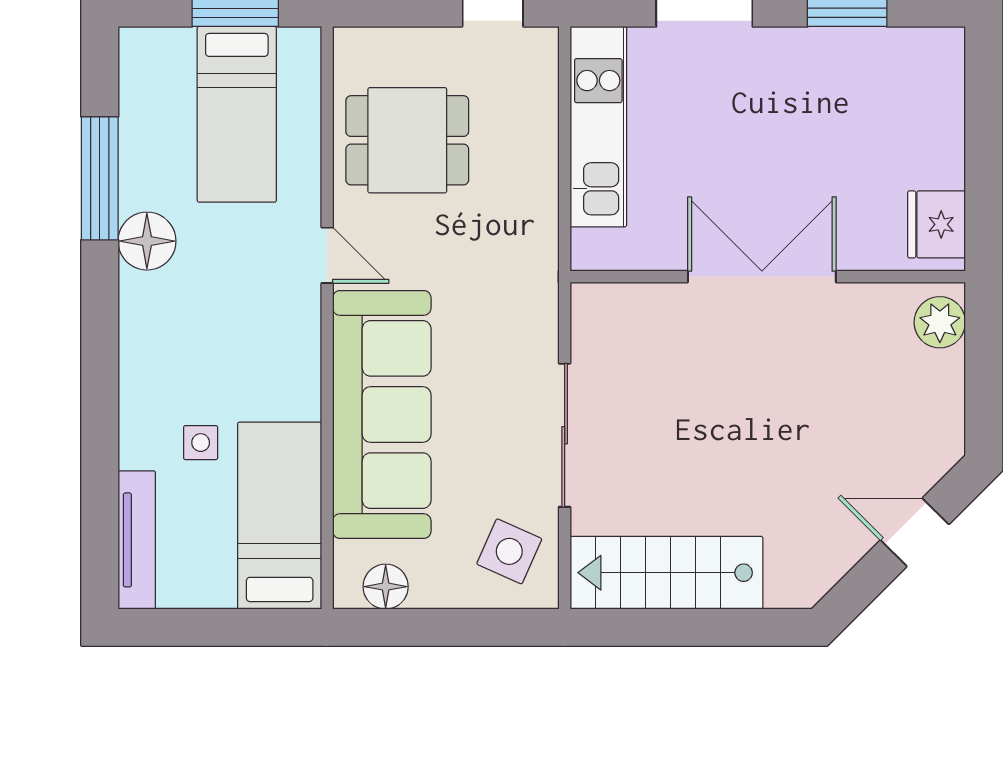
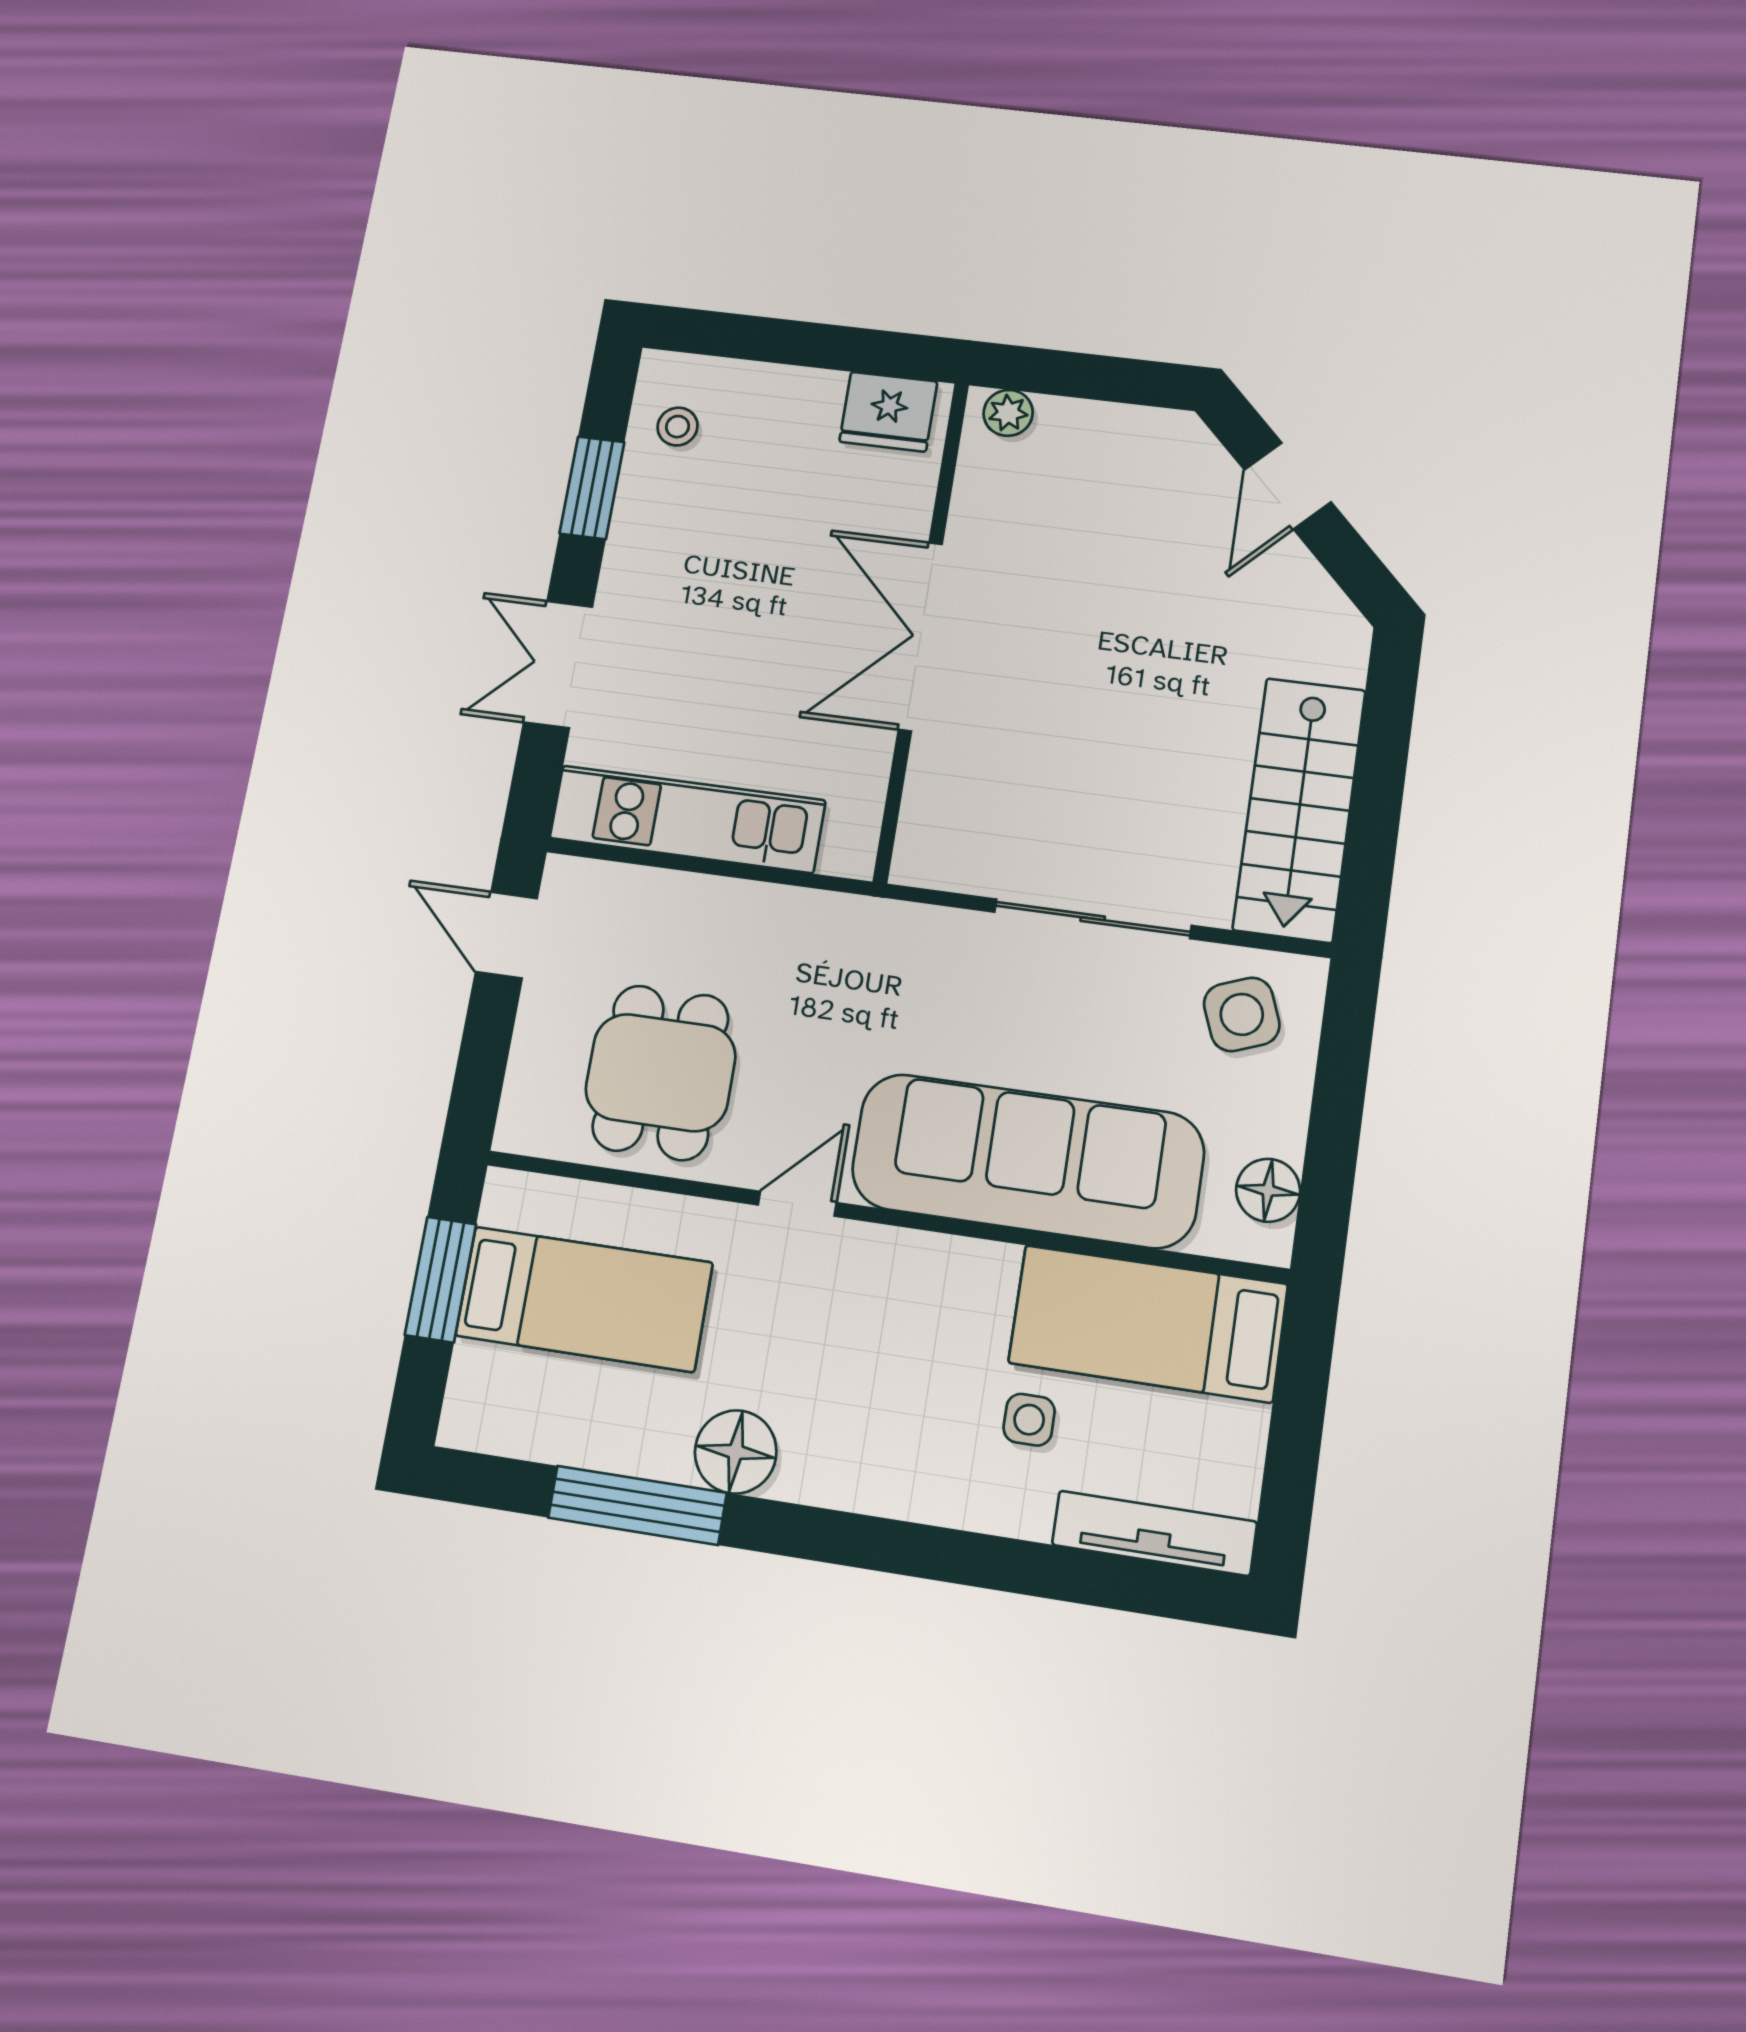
stool: (905, 65) -> (678, 427), added
plant: (940, 322) -> (1008, 413), width x0.73, depth x0.73
side table: (509, 551) -> (1242, 1014), turned 45

